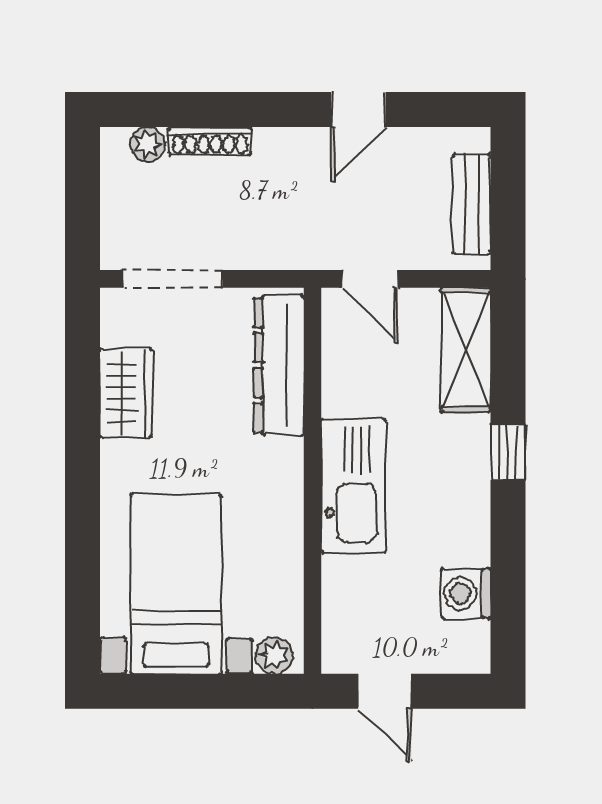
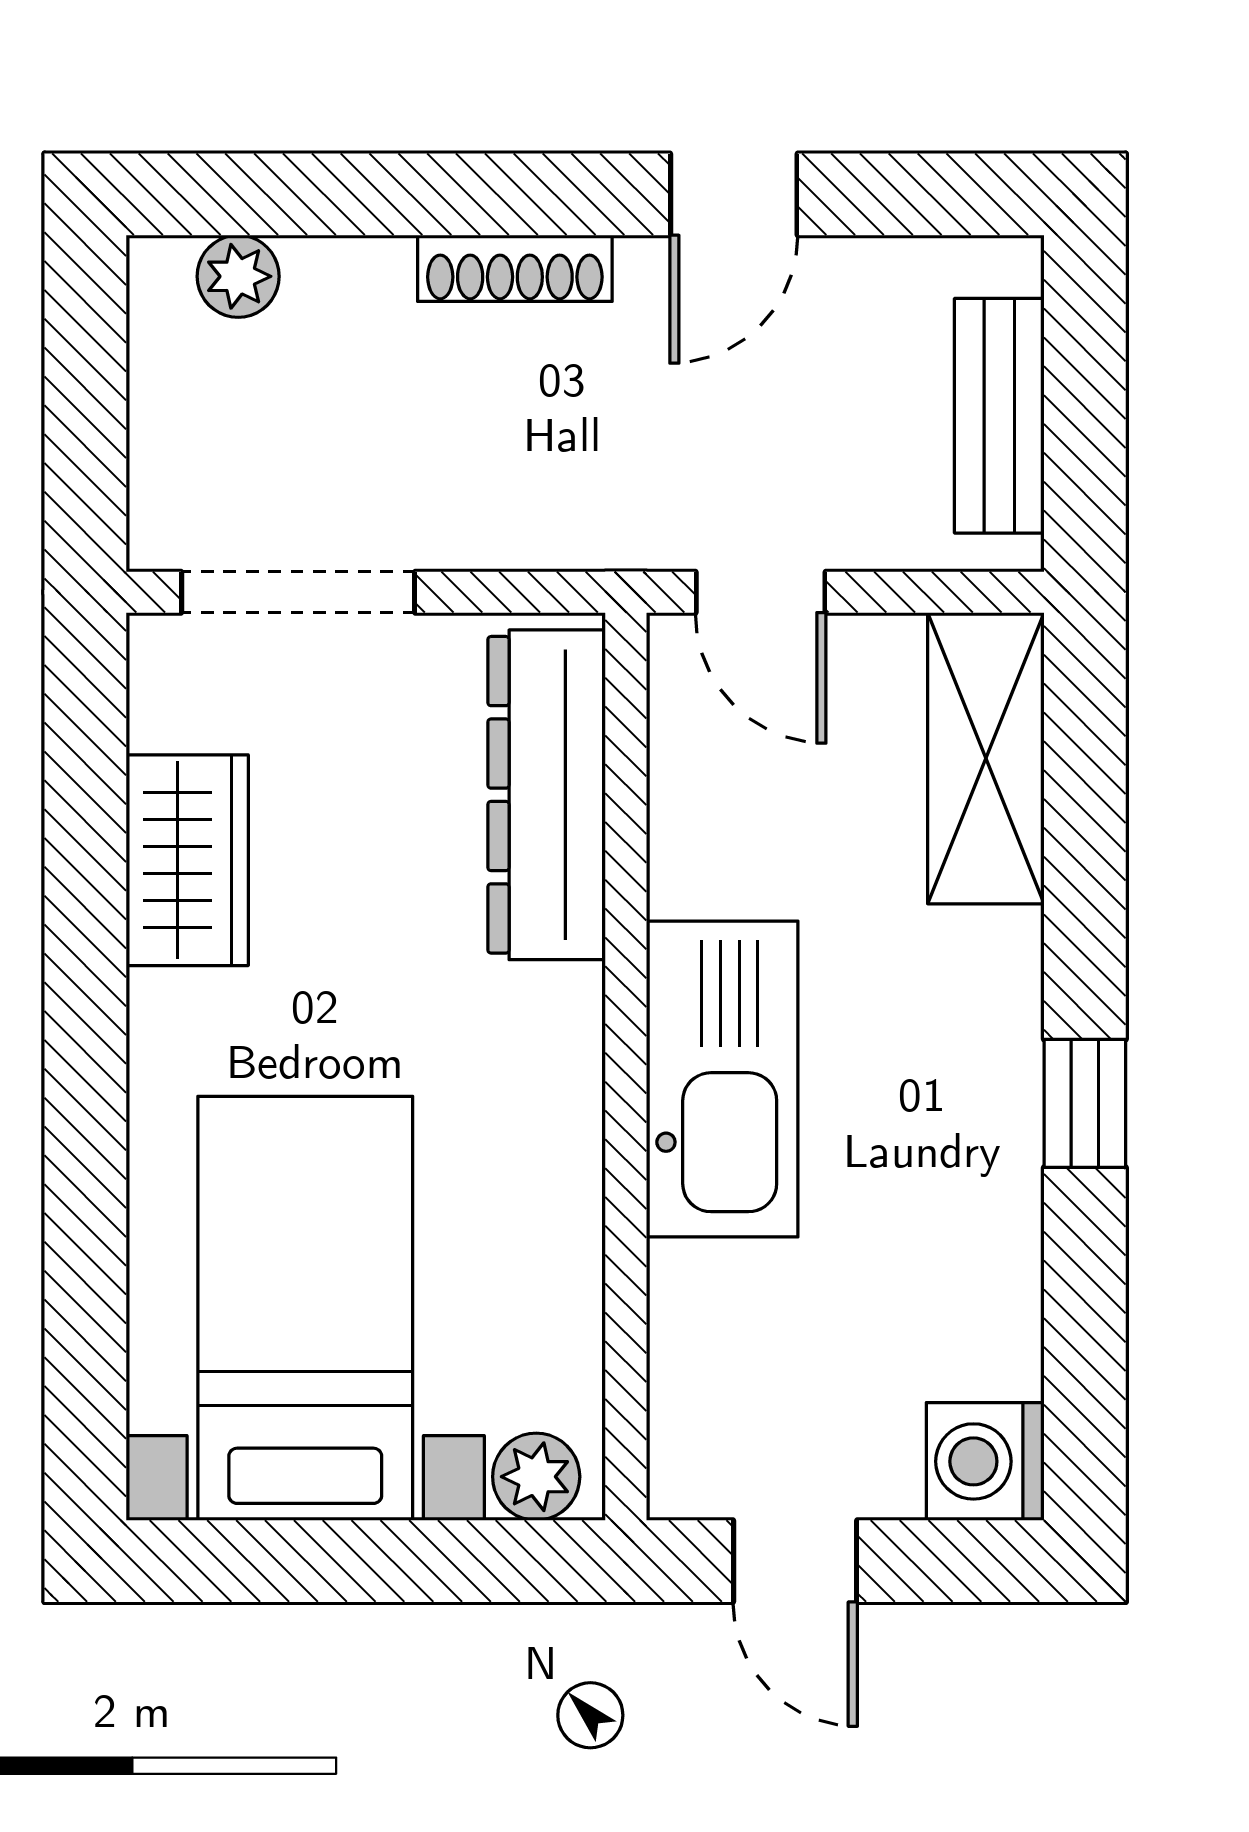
shoe rack: (210, 141) -> (515, 268), moved
window: (508, 453) -> (1085, 1103), moved
washing machine: (465, 593) -> (985, 1461), moved

